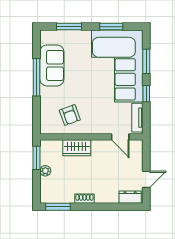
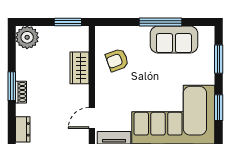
plant: (45, 171) -> (27, 37), moved, width x1.87, depth x1.87
shoe rack: (84, 199) -> (21, 92), moved
window: (58, 207) -> (12, 86), moved

